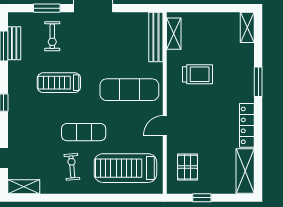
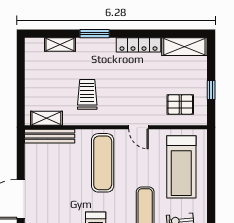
shelving: (247, 27) -> (60, 45), moved

